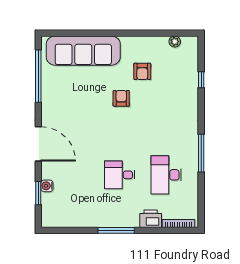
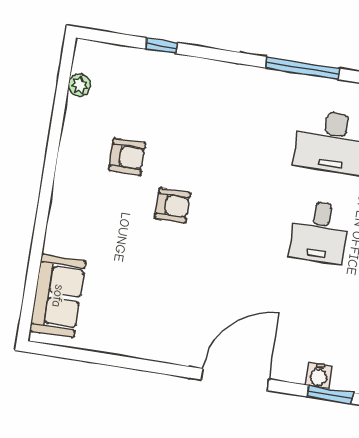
sofa: (83, 51) -> (58, 296), width x0.54, depth x0.79
window: (38, 76) -> (105, 359), removed
armchair: (121, 98) -> (173, 206), turned 180

